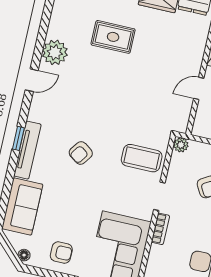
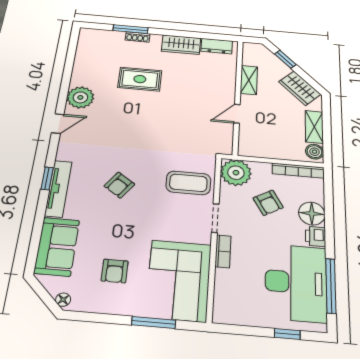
plant: (181, 145) -> (236, 173), width x1.87, depth x1.87
armchair: (61, 253) -> (115, 271), moved, turned 90

